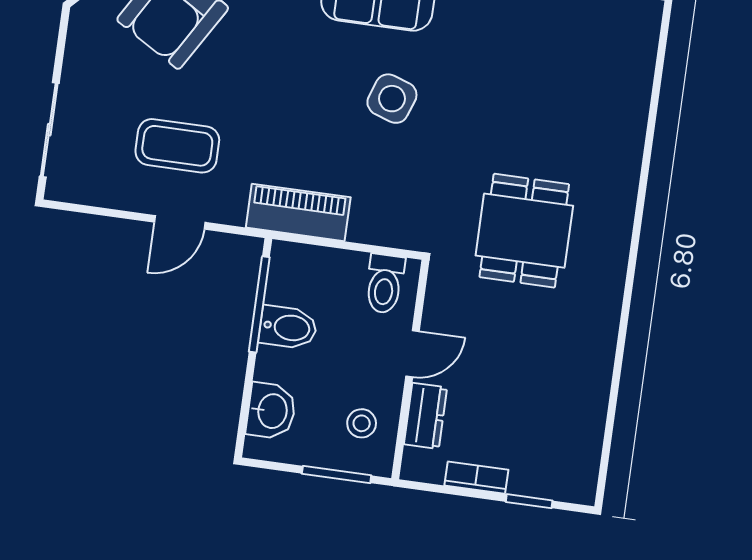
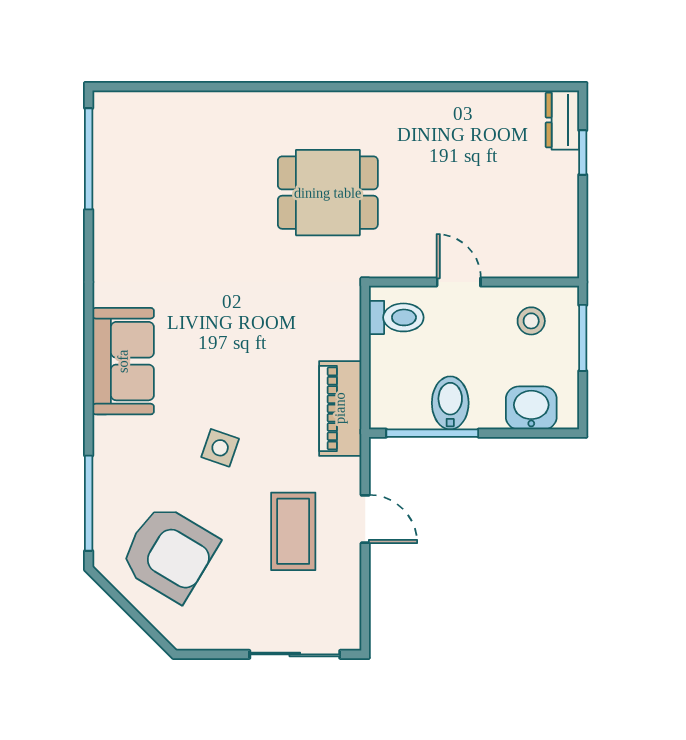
side table: (392, 99) -> (220, 448), moved, width x0.73, depth x0.73
dresser: (425, 416) -> (562, 120), moved, turned -90
bookcase: (476, 478) -> (567, 205), removed

